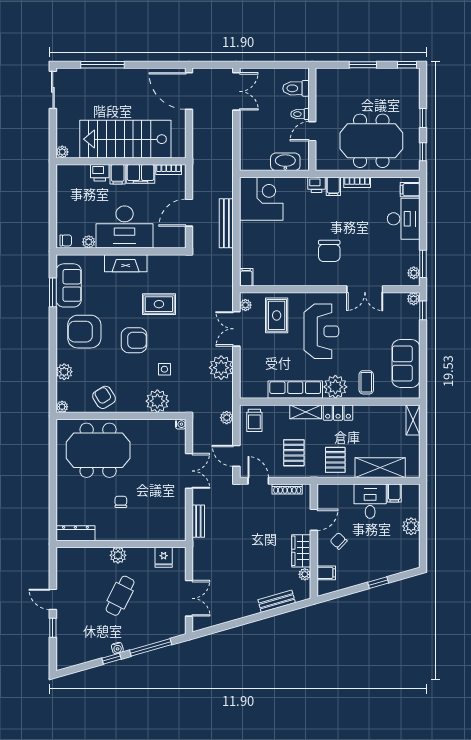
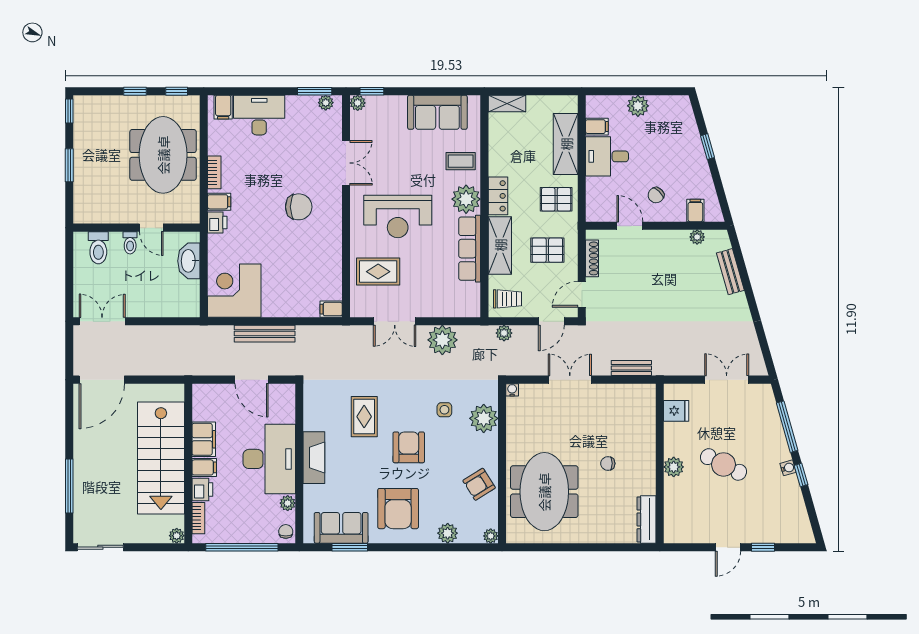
bookcase: (169, 169) -> (198, 518), moved
window: (53, 205) -> (242, 547), added
plant: (245, 305) -> (365, 310), removed
reception desk: (321, 331) -> (398, 217), turned 180
shelving: (306, 412) -> (500, 245), width x1.50, depth x1.33
wardrobe: (301, 551) -> (668, 241), removed

